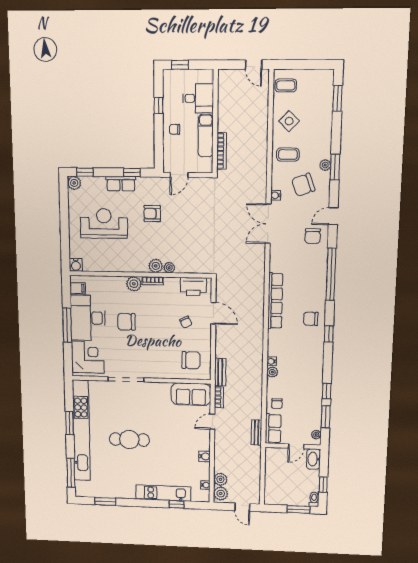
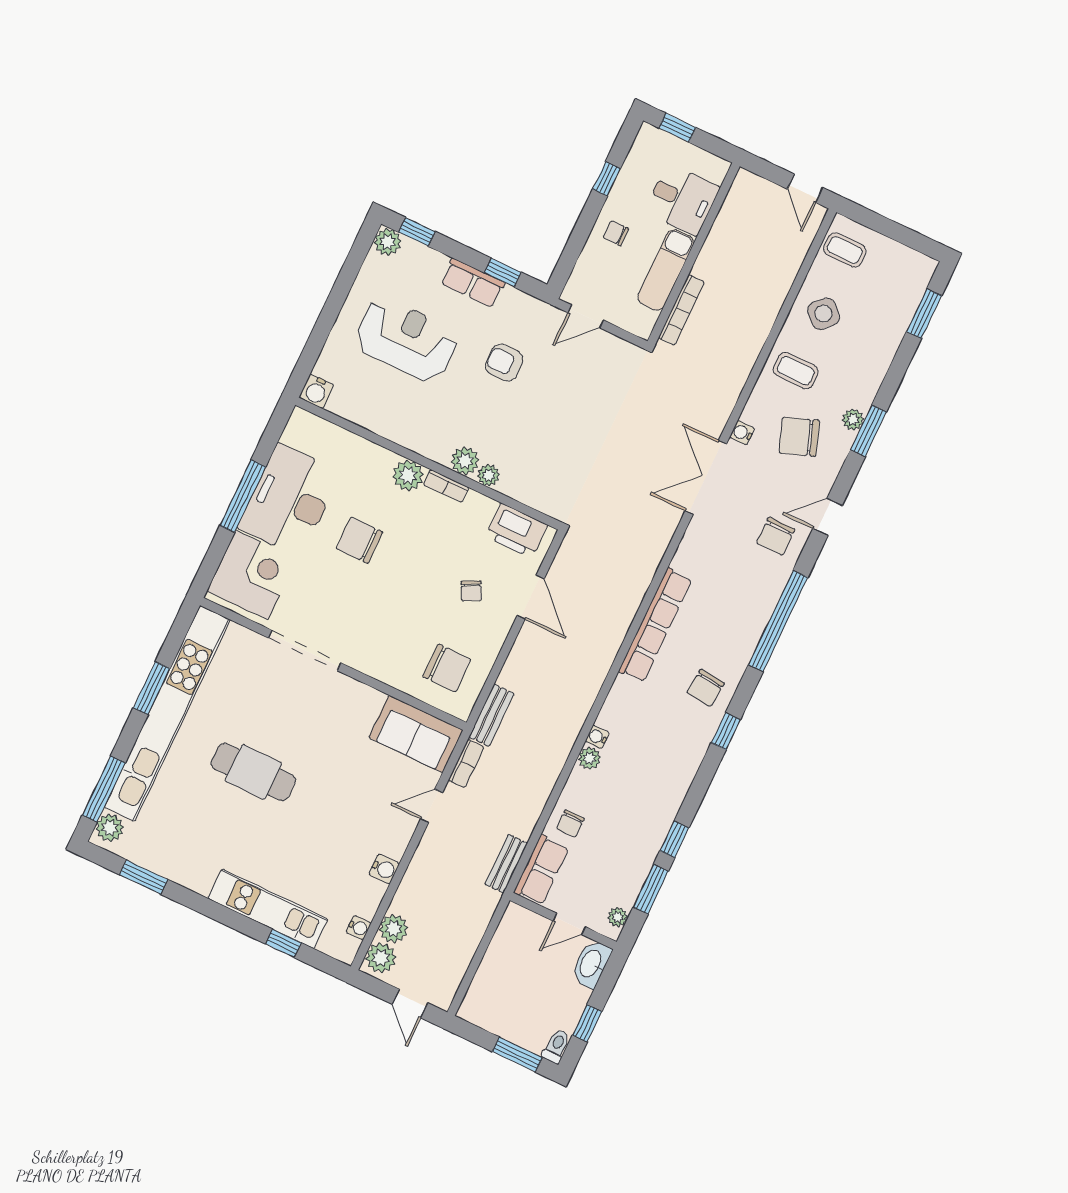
filing cabinet: (78, 288) -> (298, 436), removed
chair: (311, 319) -> (705, 688), turned -84
plant: (81, 487) -> (110, 828), added

